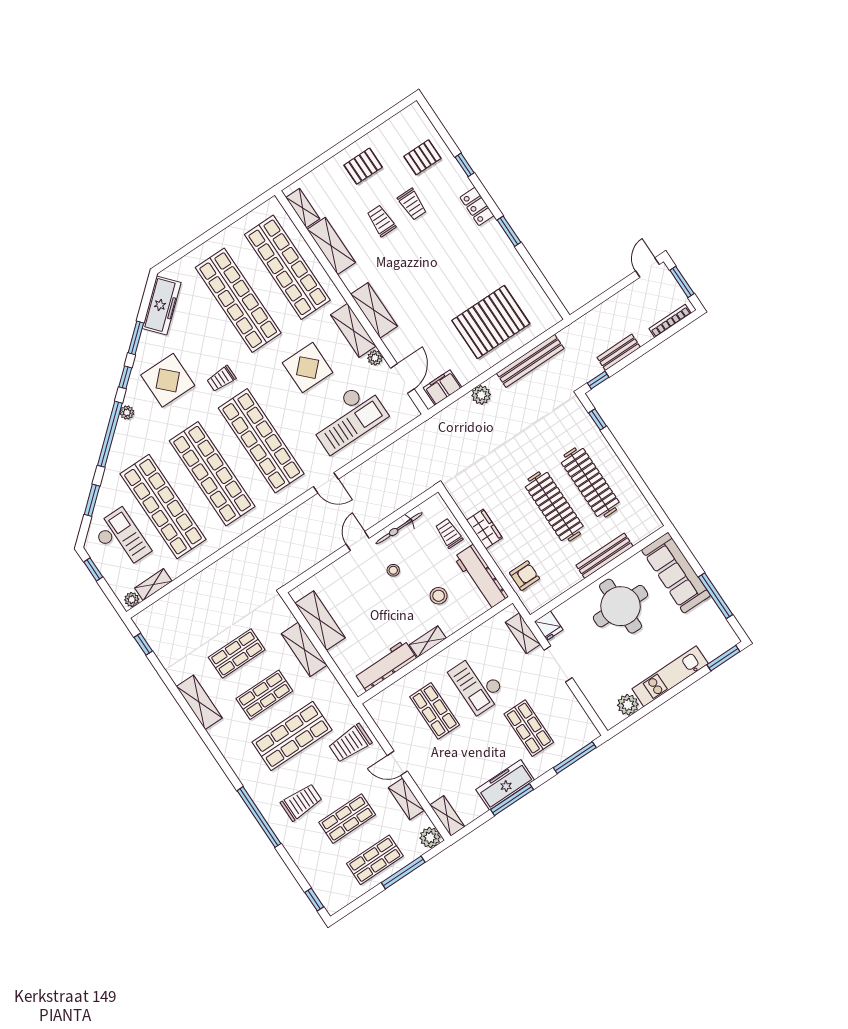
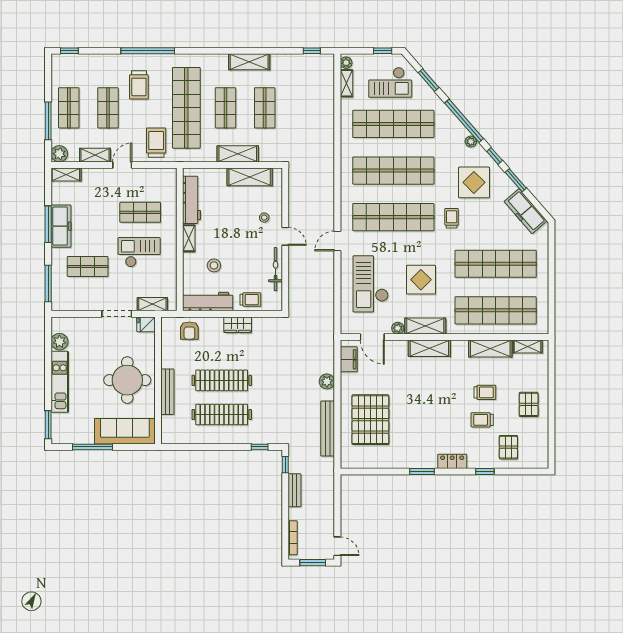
stool: (393, 570) -> (264, 218), moved
shop shelf: (292, 736) -> (186, 108), width x1.40

